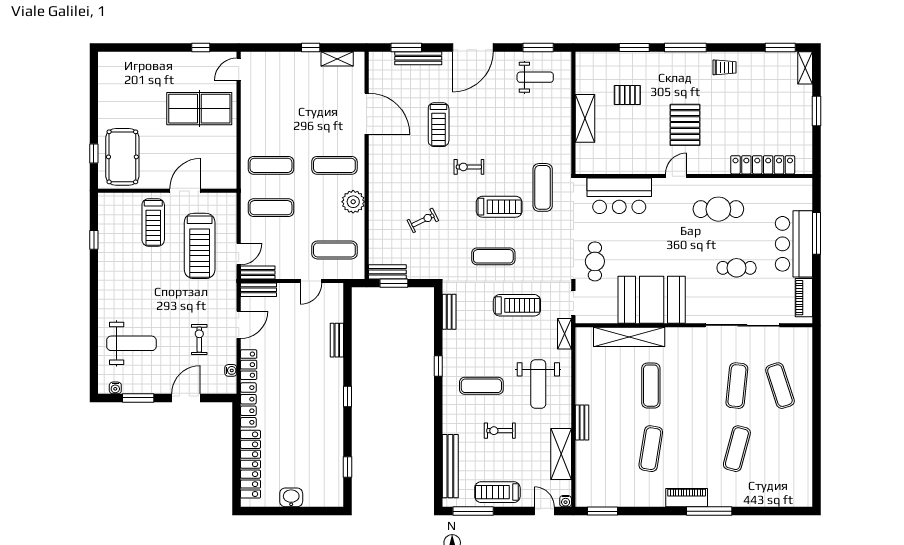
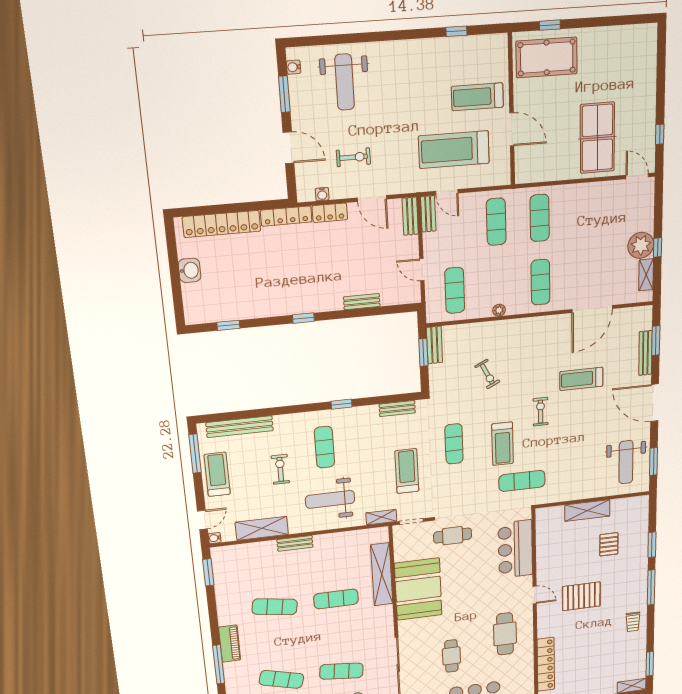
plant: (307, 65) -> (641, 245), added
weight bench: (535, 77) -> (626, 462), width x1.36, depth x1.33
plant: (353, 202) -> (499, 310), width x0.53, depth x0.53
treadmill: (517, 305) -> (407, 471), turned 180

